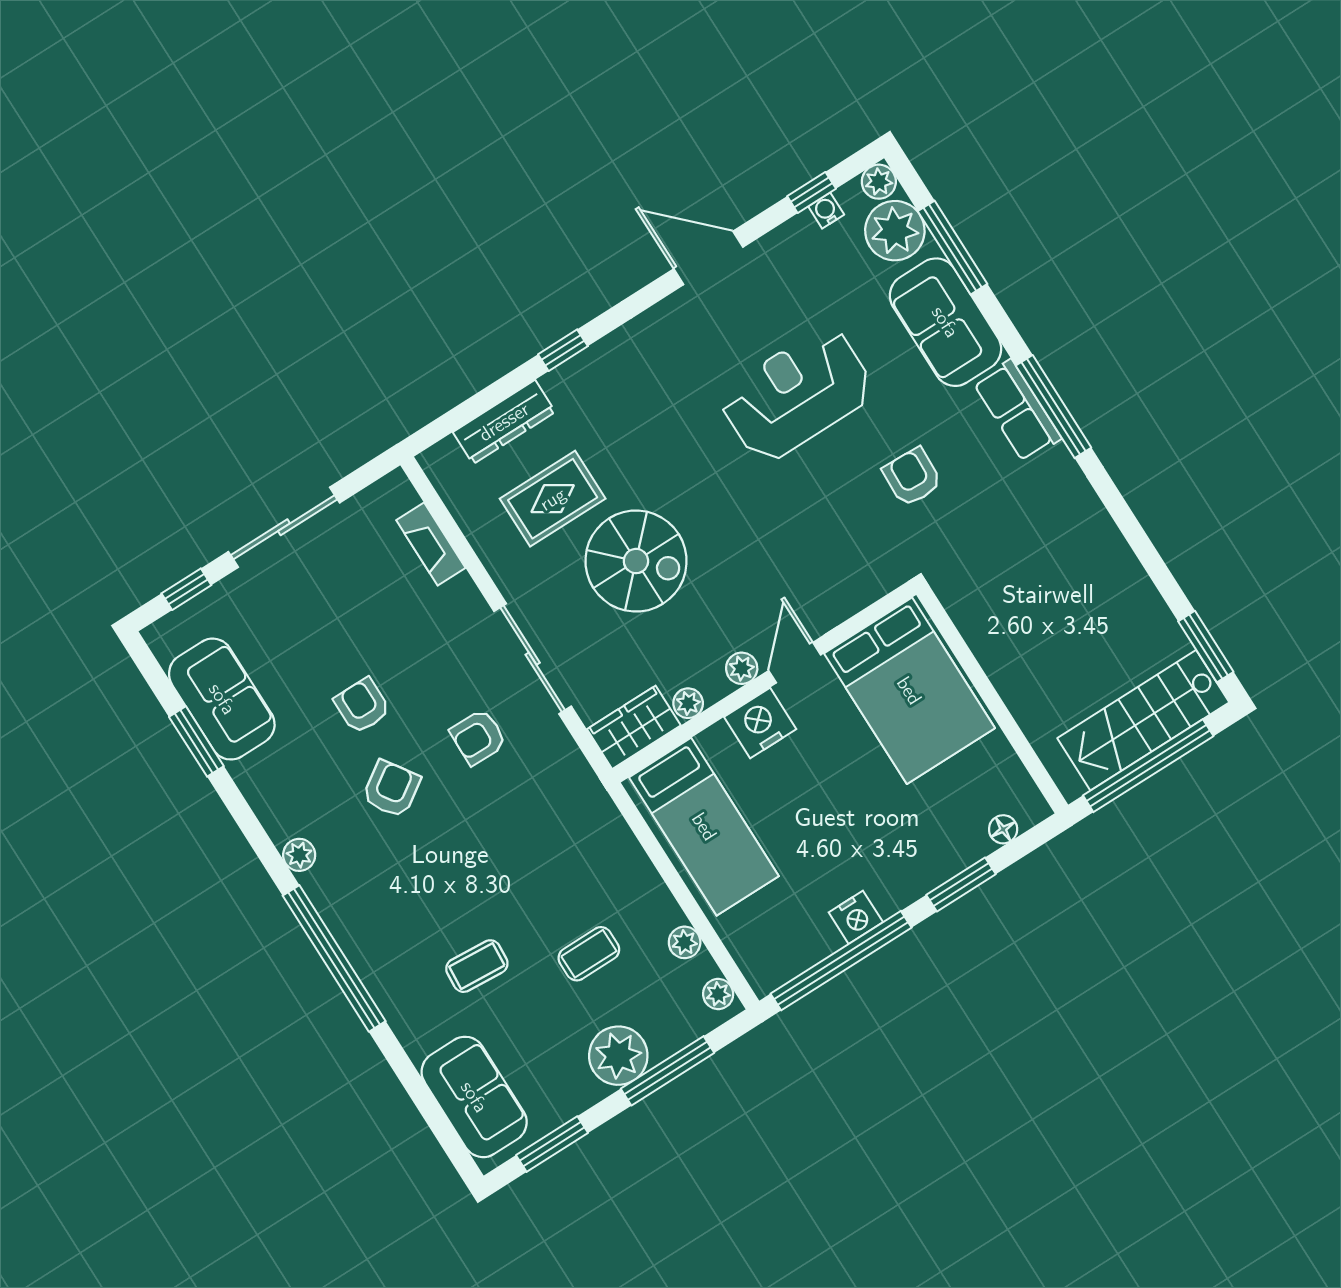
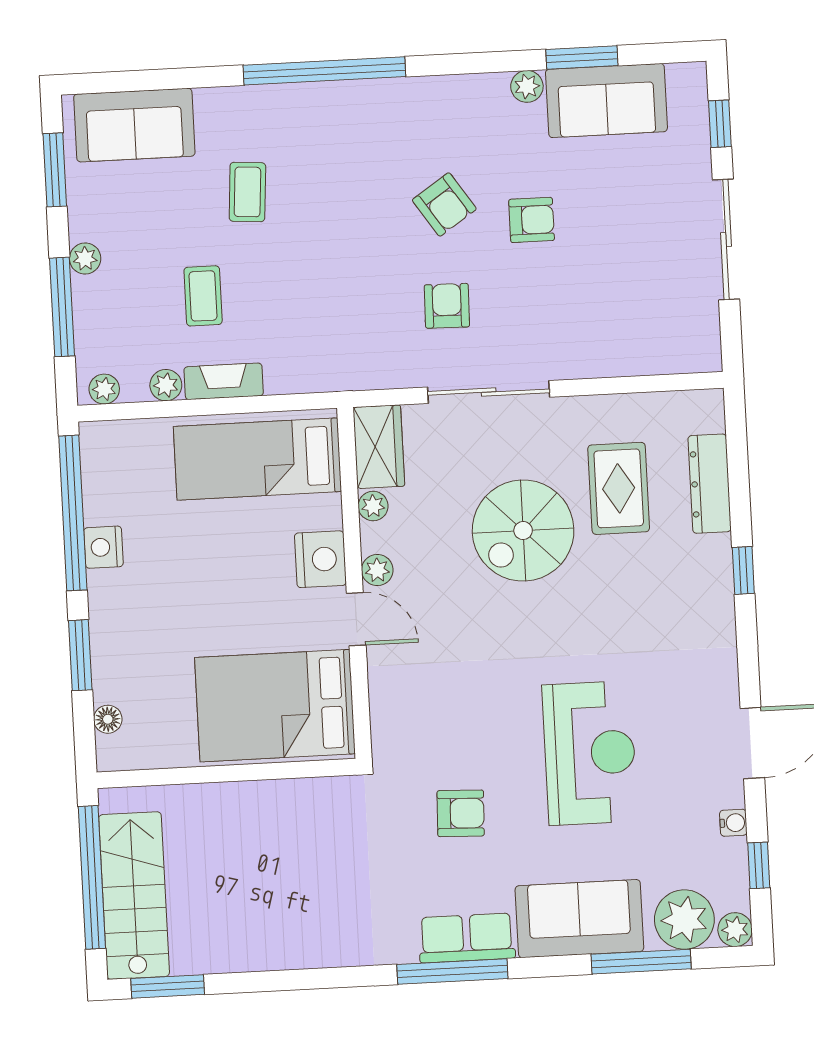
water cooler: (826, 211) -> (733, 823), moved
fireplace: (431, 544) -> (224, 381), moved
plant: (299, 855) -> (527, 86), moved
plant: (618, 1056) -> (85, 258), width x0.53, depth x0.53

